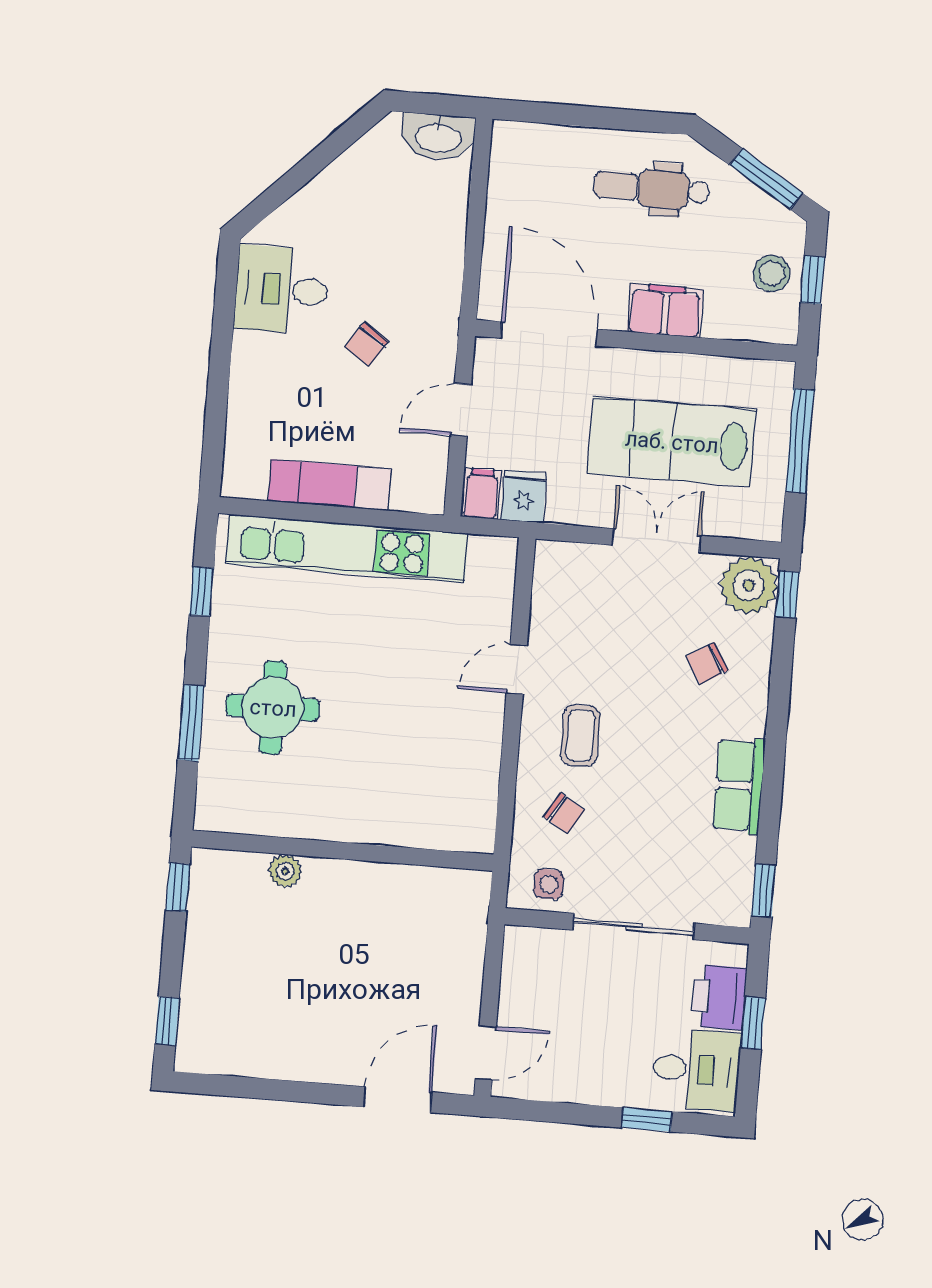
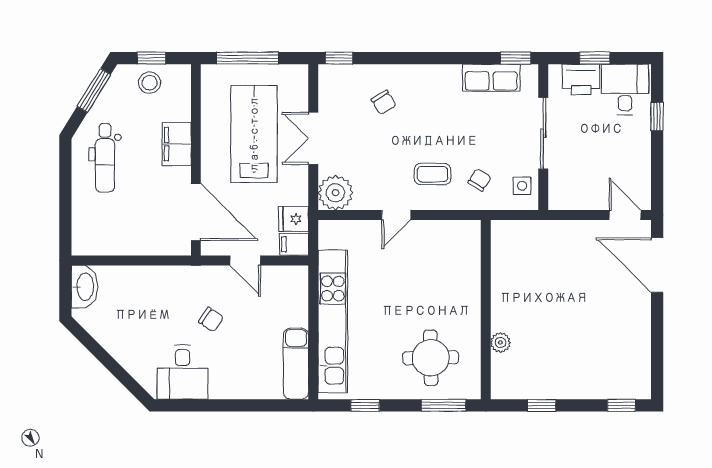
door: (549, 334) -> (196, 212), swing flipped
lab bench: (672, 442) -> (254, 134), turned 180
exam couch: (329, 485) -> (296, 364), moved
plant: (749, 585) -> (336, 193), moved
door: (517, 669) -> (396, 215), hinge flipped
row of seats: (739, 785) -> (491, 78), moved
wall: (342, 851) -> (486, 310), moved
plant: (285, 871) -> (500, 343), moved
door: (397, 1100) -> (657, 265), width x1.36

